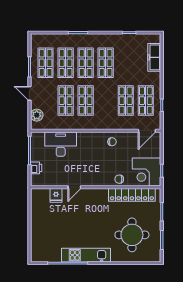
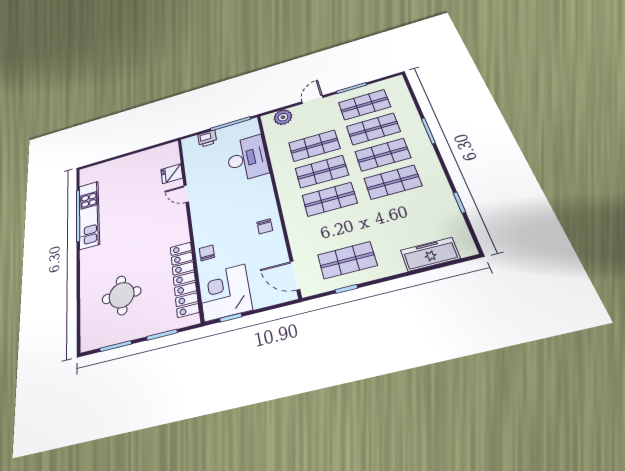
shop shelf: (126, 101) -> (330, 199), moved
round table: (132, 235) -> (122, 295), width x0.73, depth x0.73
kitchen unit: (86, 255) -> (89, 215), moved

